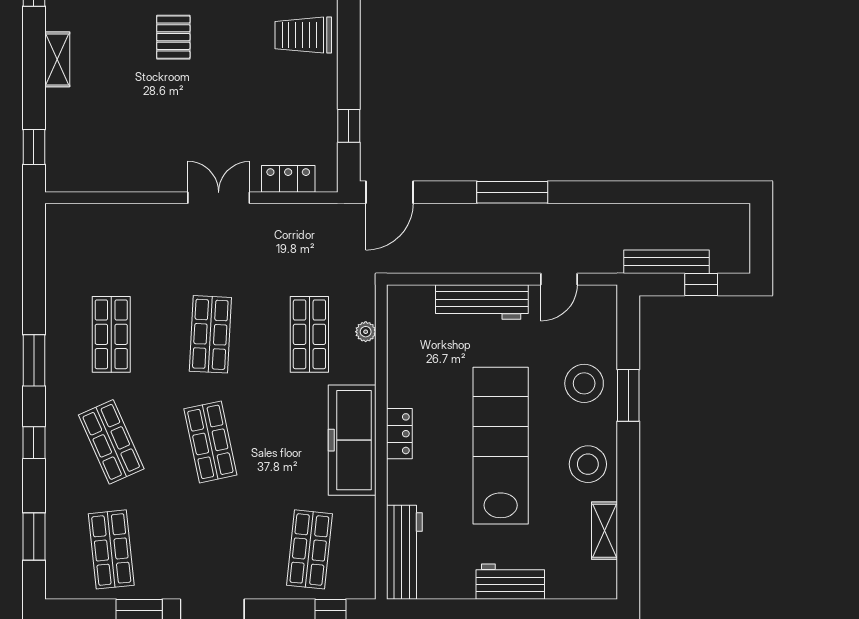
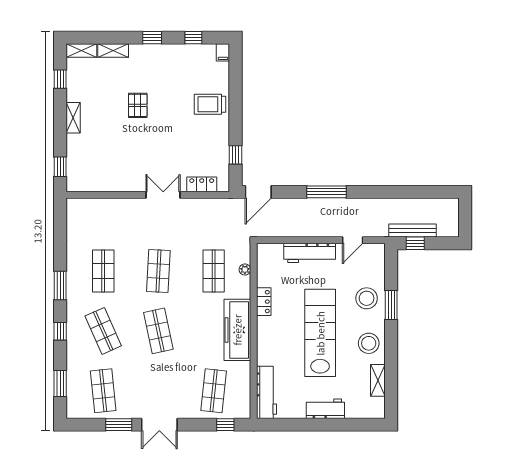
window: (701, 285) -> (415, 243), moved
locker: (399, 434) -> (264, 302), moved

